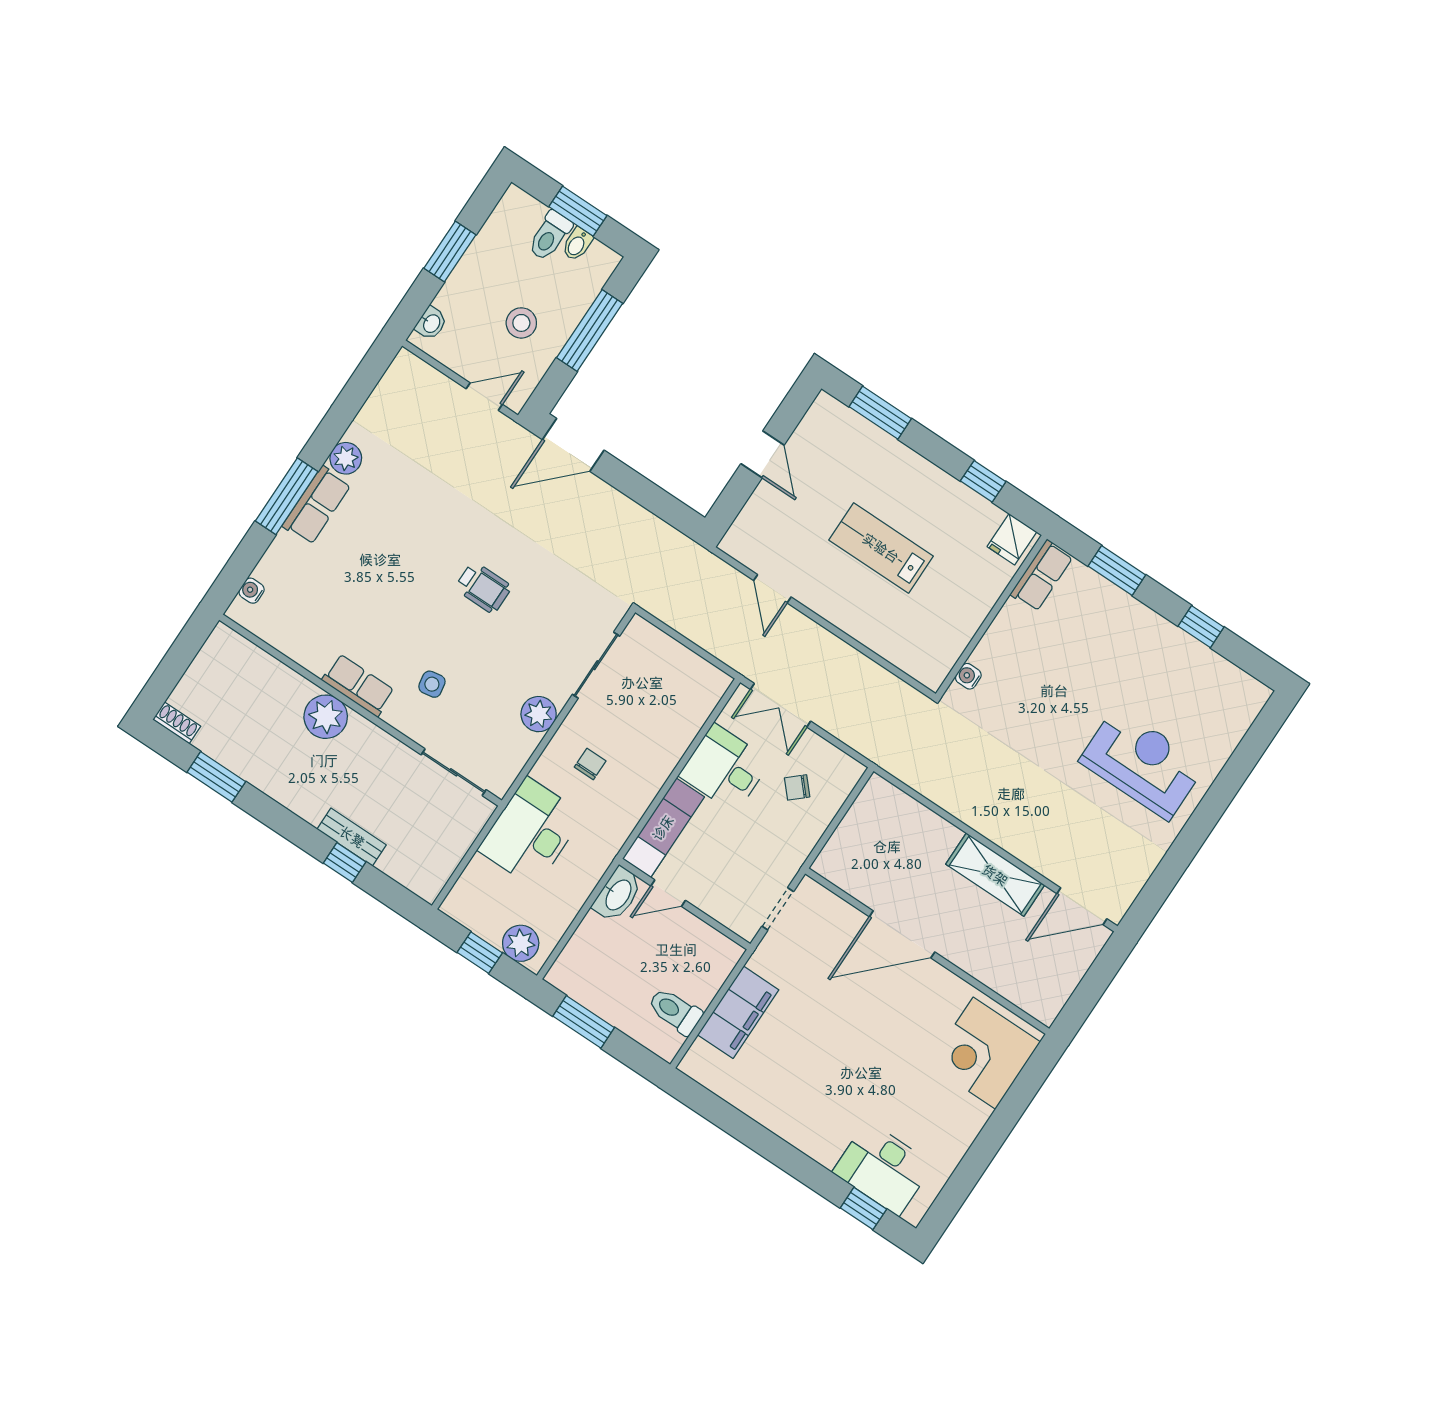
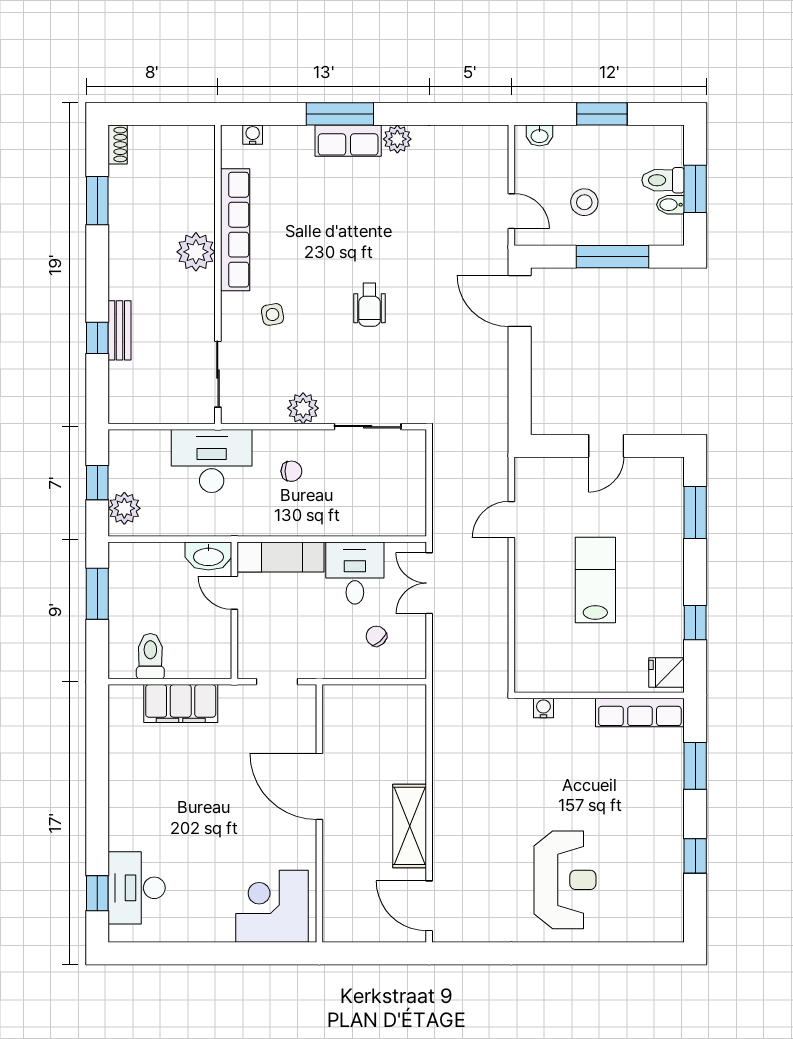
row of seats: (1042, 576) -> (640, 713), width x1.48
row of seats: (358, 685) -> (235, 230), width x2.02

